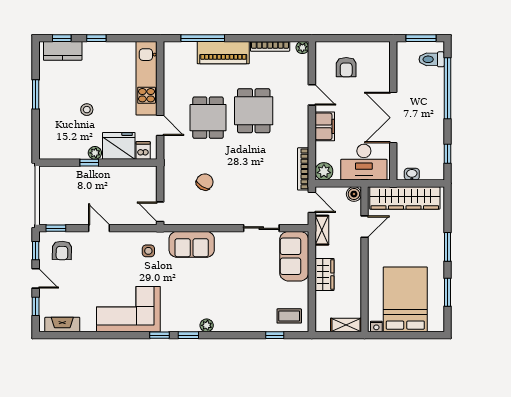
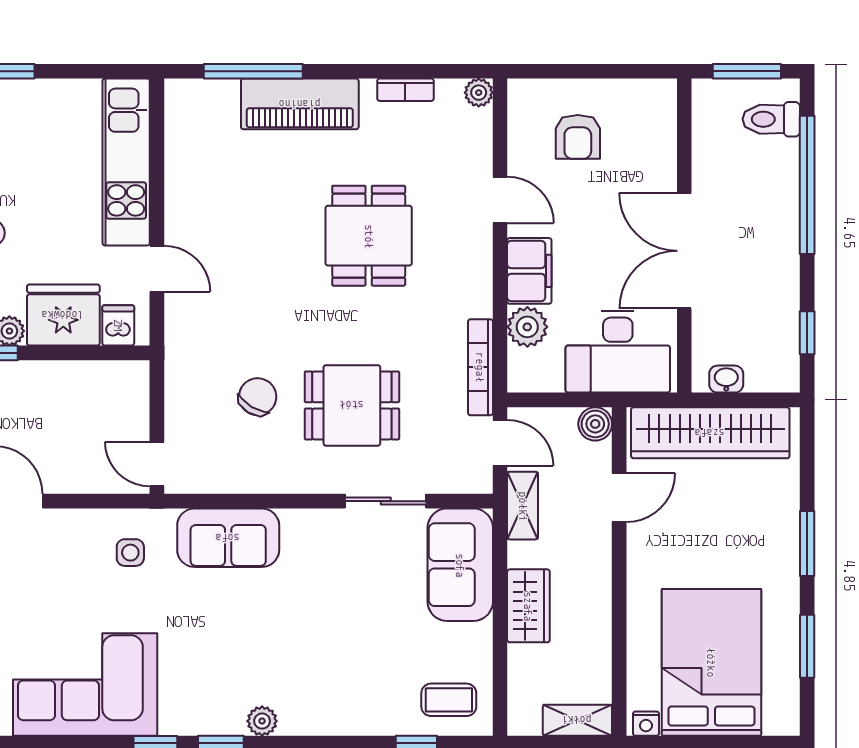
bookcase: (270, 46) -> (405, 90), width x0.64
dining table: (208, 118) -> (352, 405), moved, turned 90
plant: (324, 171) -> (527, 327), moved

